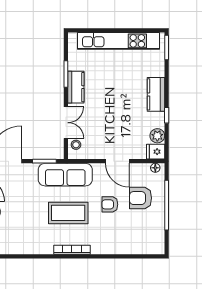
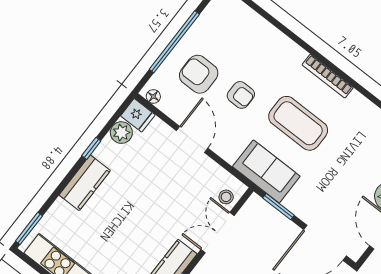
sofa: (65, 175) -> (266, 171), width x0.73
armchair: (141, 198) -> (199, 74), turned 180

